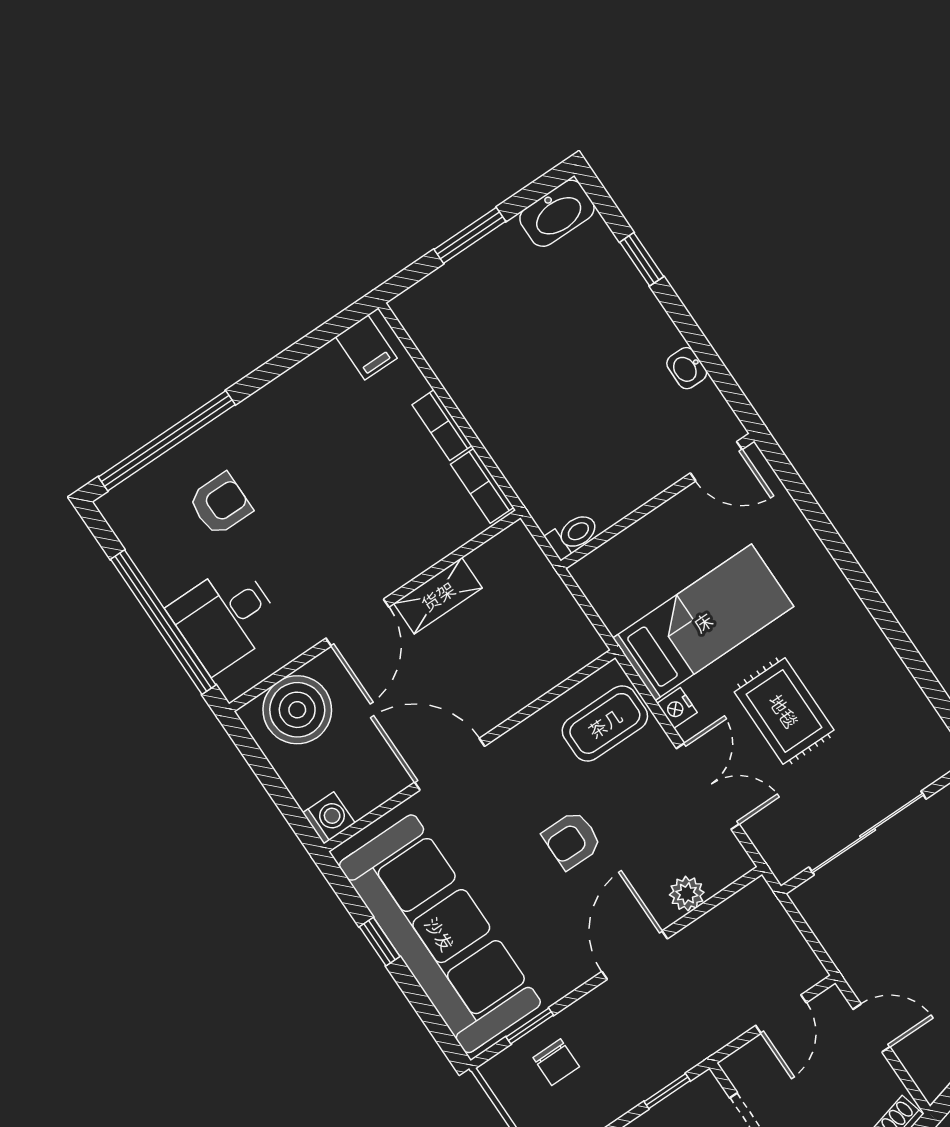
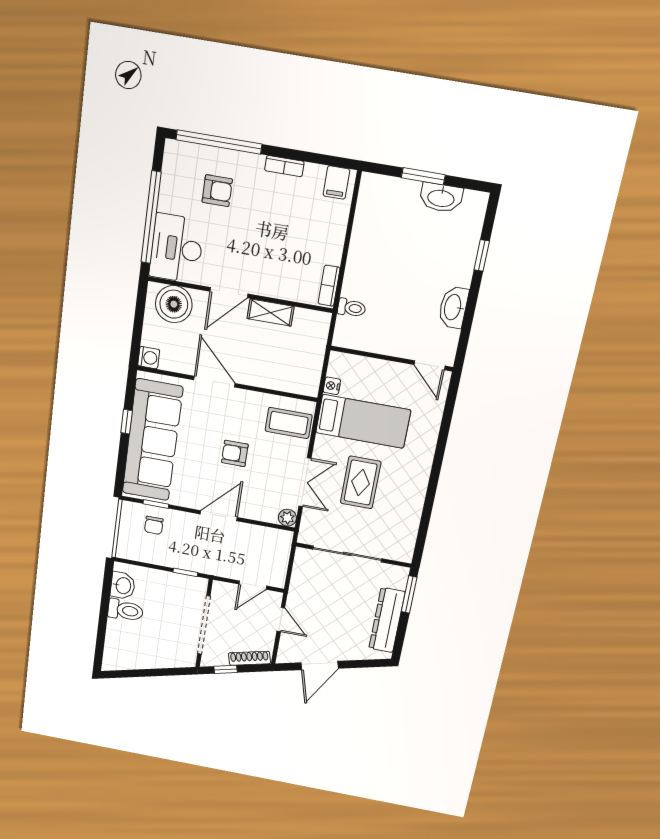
washbasin: (557, 213) -> (441, 198), moved
washbasin: (687, 368) -> (453, 307), width x1.91, depth x1.45
bookcase: (442, 425) -> (284, 166), moved, turned -90
toilet: (573, 535) -> (352, 308), moved
desk: (225, 618) -> (177, 248), width x1.37
nightstand: (677, 708) -> (332, 386), moved
plant: (687, 894) -> (287, 518), moved

